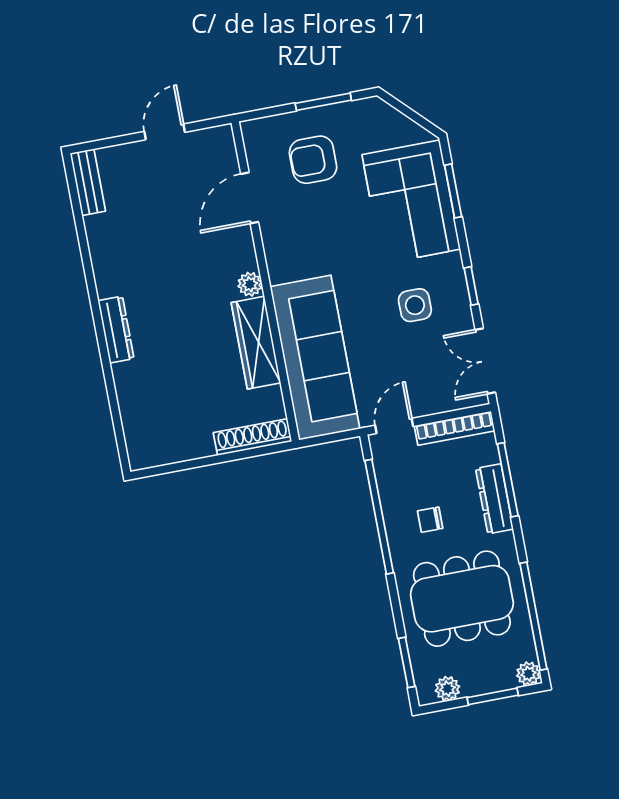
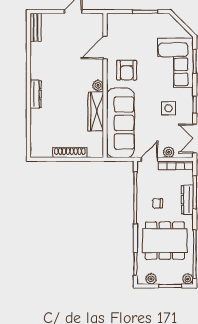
armchair: (313, 160) -> (127, 70), moved, turned -90
plant: (434, 402) -> (169, 152), added
shoe rack: (253, 437) -> (70, 153), moved

